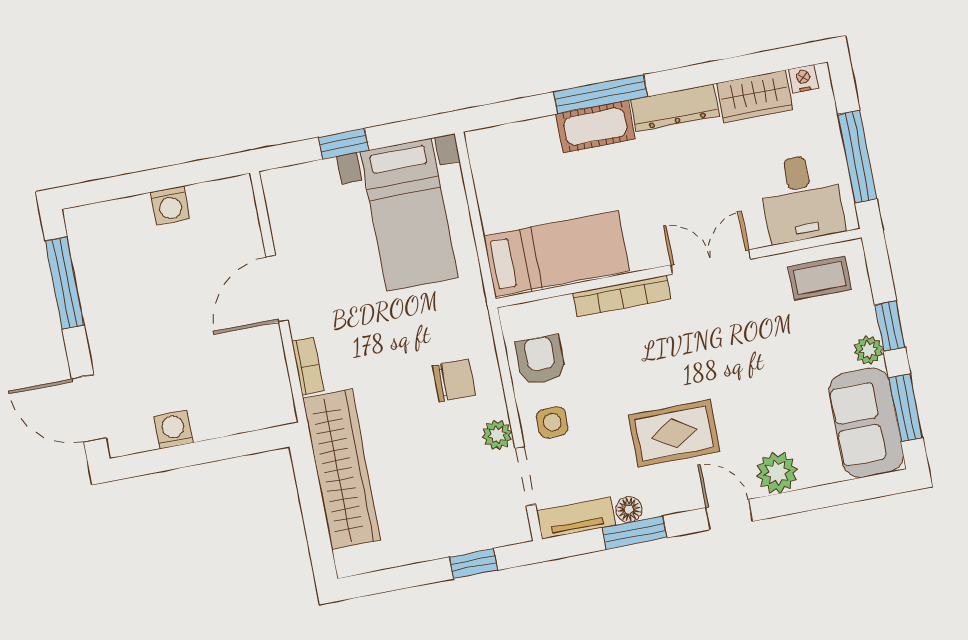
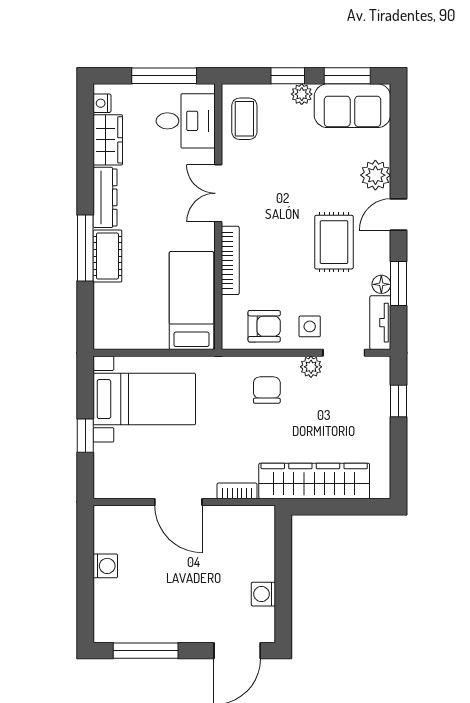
armchair: (541, 360) -> (264, 326), turned 180

